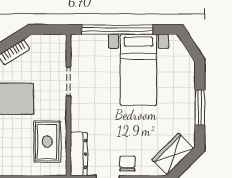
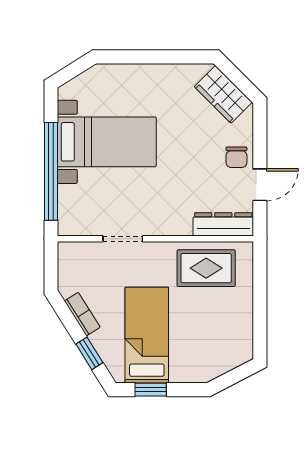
window: (200, 108) -> (159, 57), removed
chair: (127, 164) -> (236, 157), turned -90

